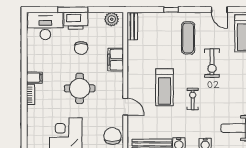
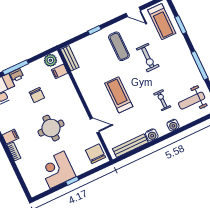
printer: (76, 21) -> (17, 75), width x0.53, depth x0.68
filing cabinet: (116, 60) -> (60, 71), moved, width x0.50
treadmill: (165, 87) -> (119, 95), turned 180
exercise bike: (193, 99) -> (162, 100), moved

